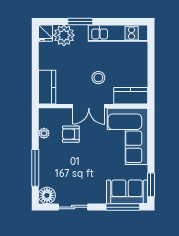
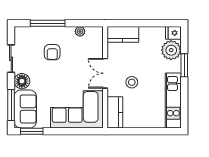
armchair: (71, 134) -> (52, 52), moved, turned 180
floor lamp: (47, 195) -> (22, 81), moved

